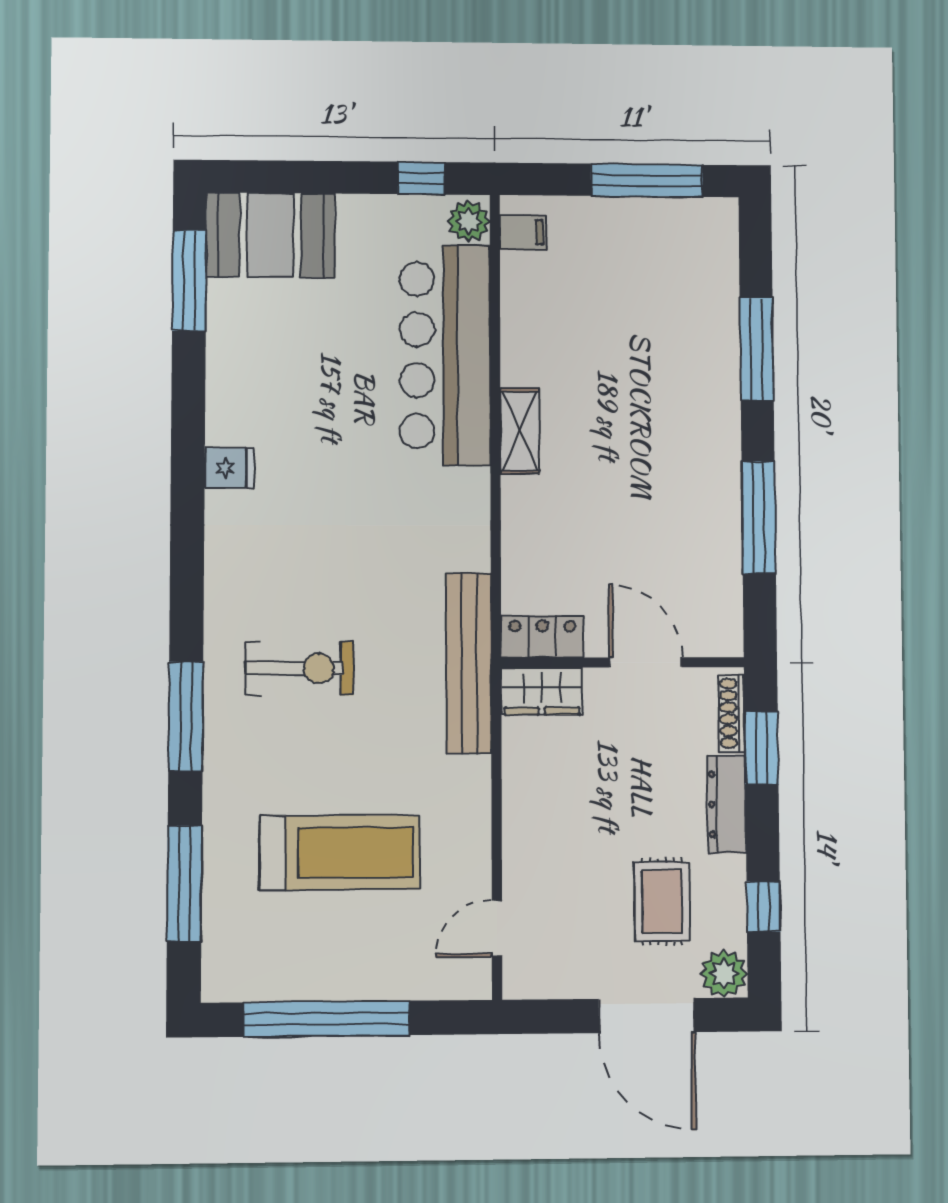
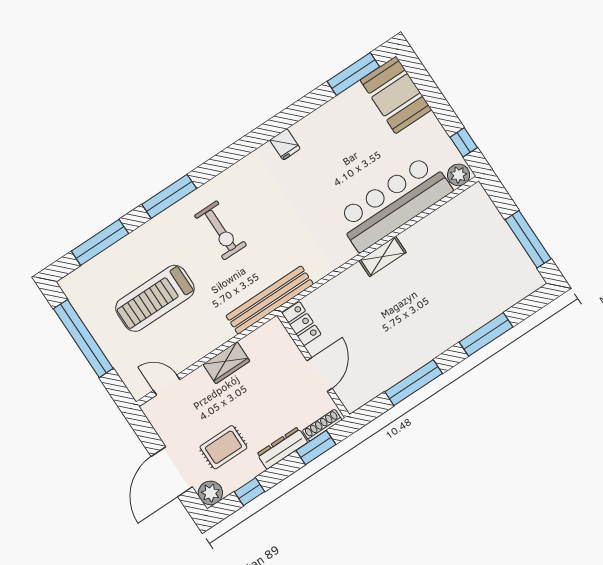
filing cabinet: (523, 232) -> (469, 201), removed
wardrobe: (542, 691) -> (226, 363), moved, turned -90
treadmill: (340, 853) -> (155, 298), turned 90

